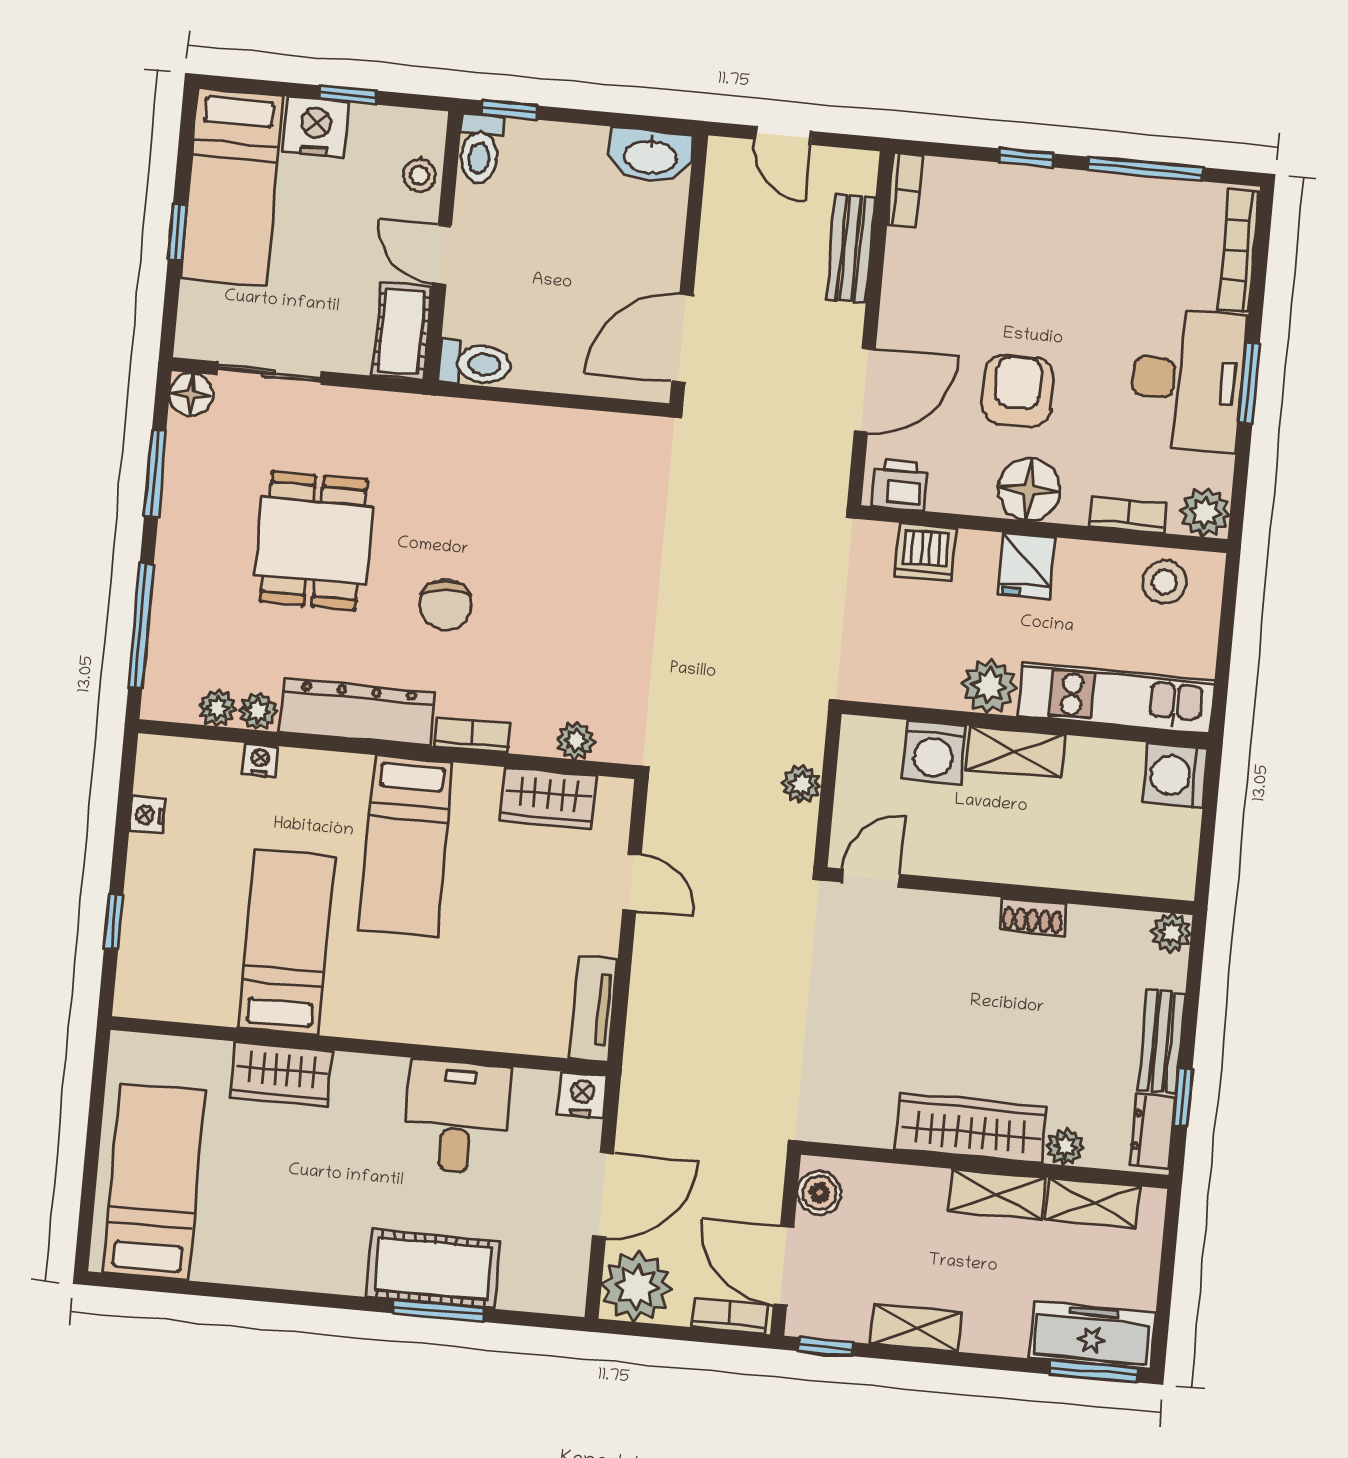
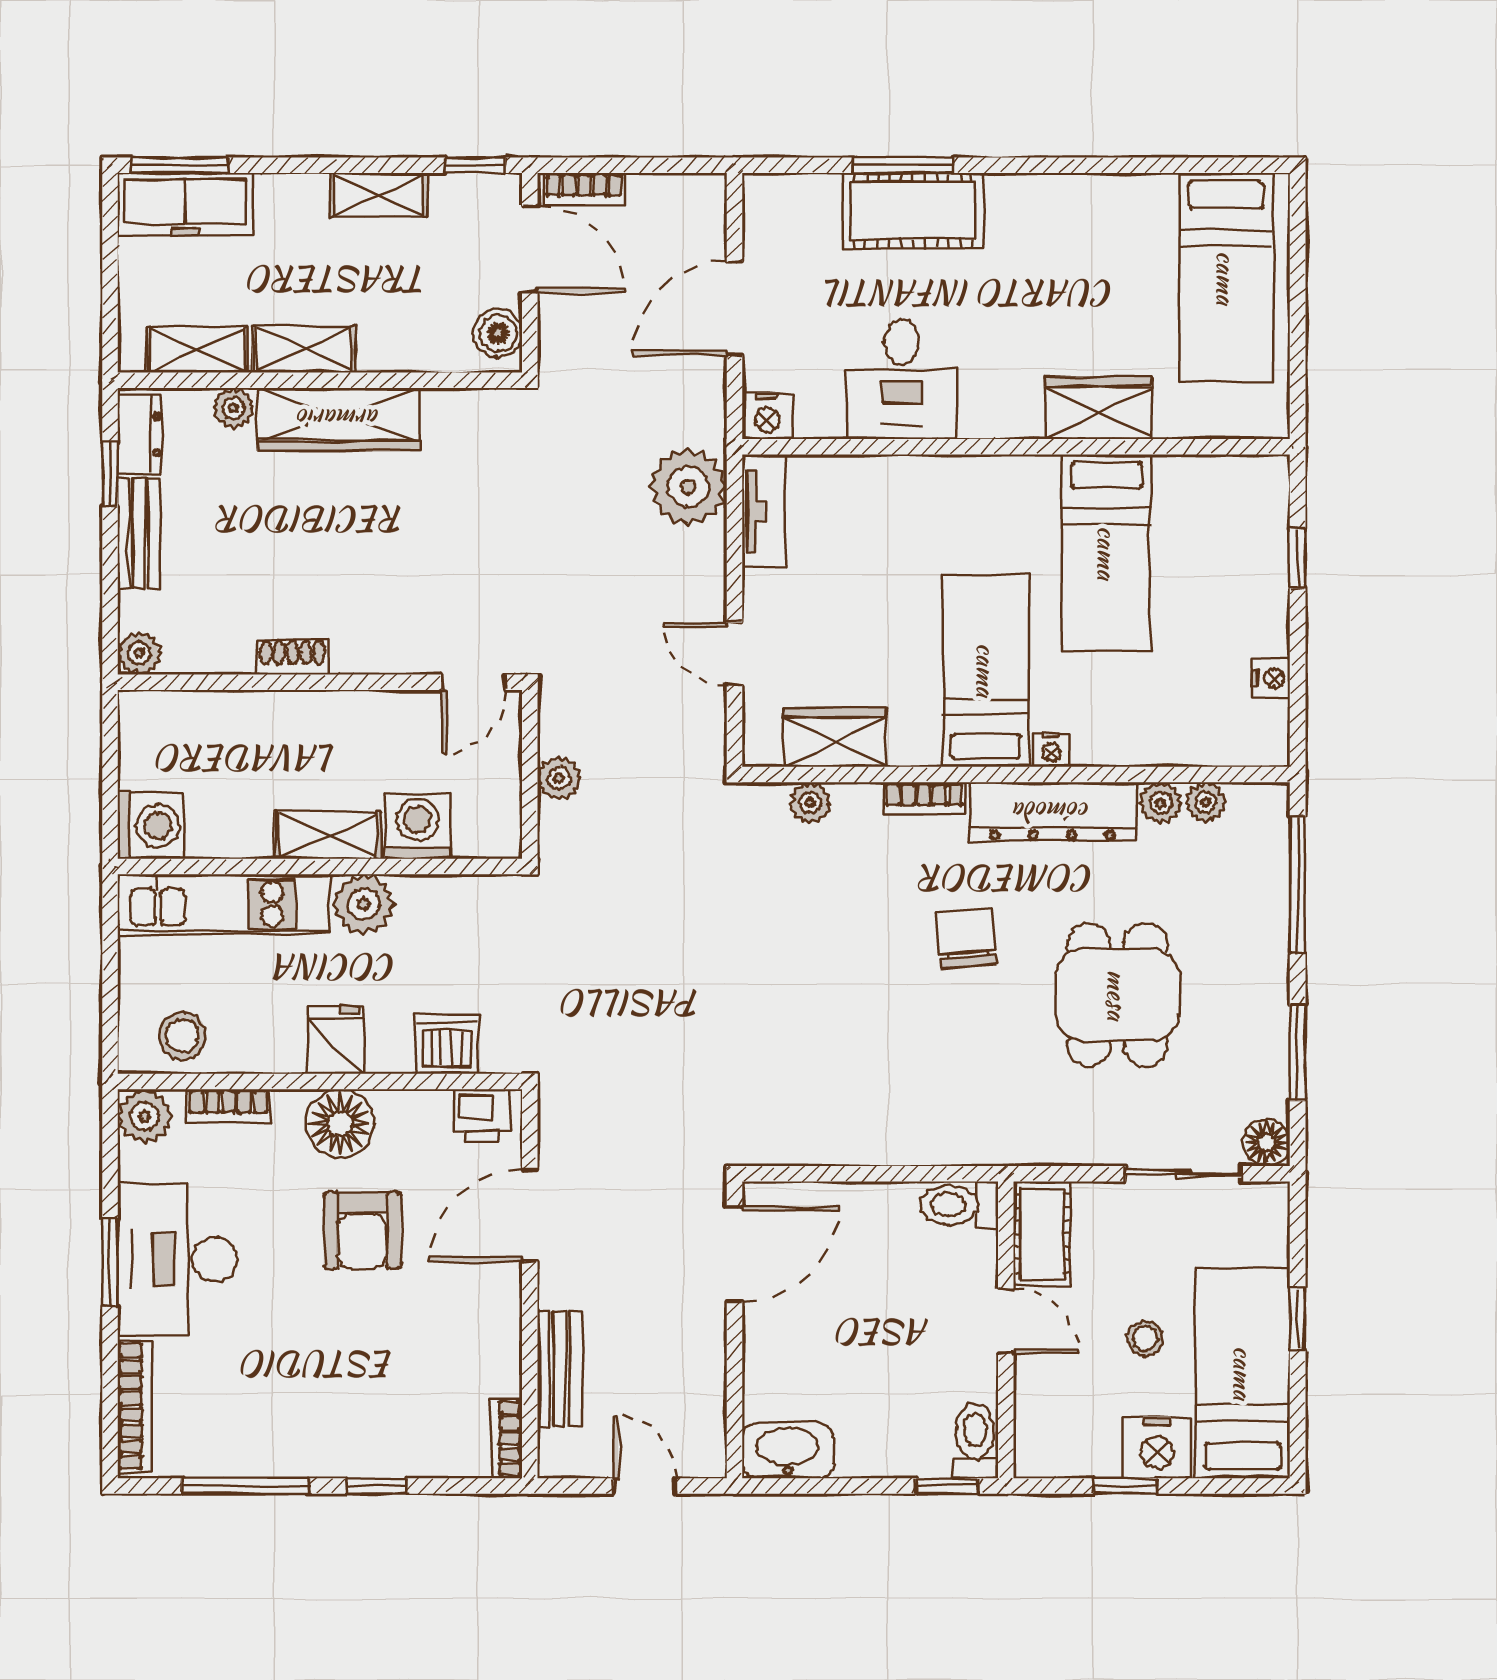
stool: (420, 175) -> (1145, 1338), moved
nightstand: (260, 760) -> (1051, 750), moved
plant: (637, 1287) -> (688, 487), moved

